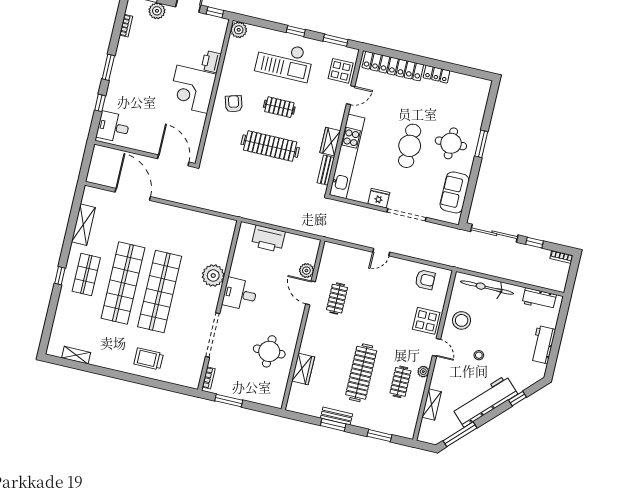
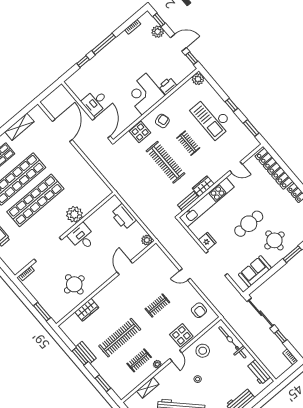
window: (108, 67) -> (104, 44), width x1.44
display table: (341, 71) -> (140, 132), moved
desk: (113, 127) -> (95, 102), moved, turned -90
plant: (306, 271) -> (147, 240), moved
clothes rail: (337, 299) -> (157, 305), moved
window: (229, 400) -> (42, 312), moved

